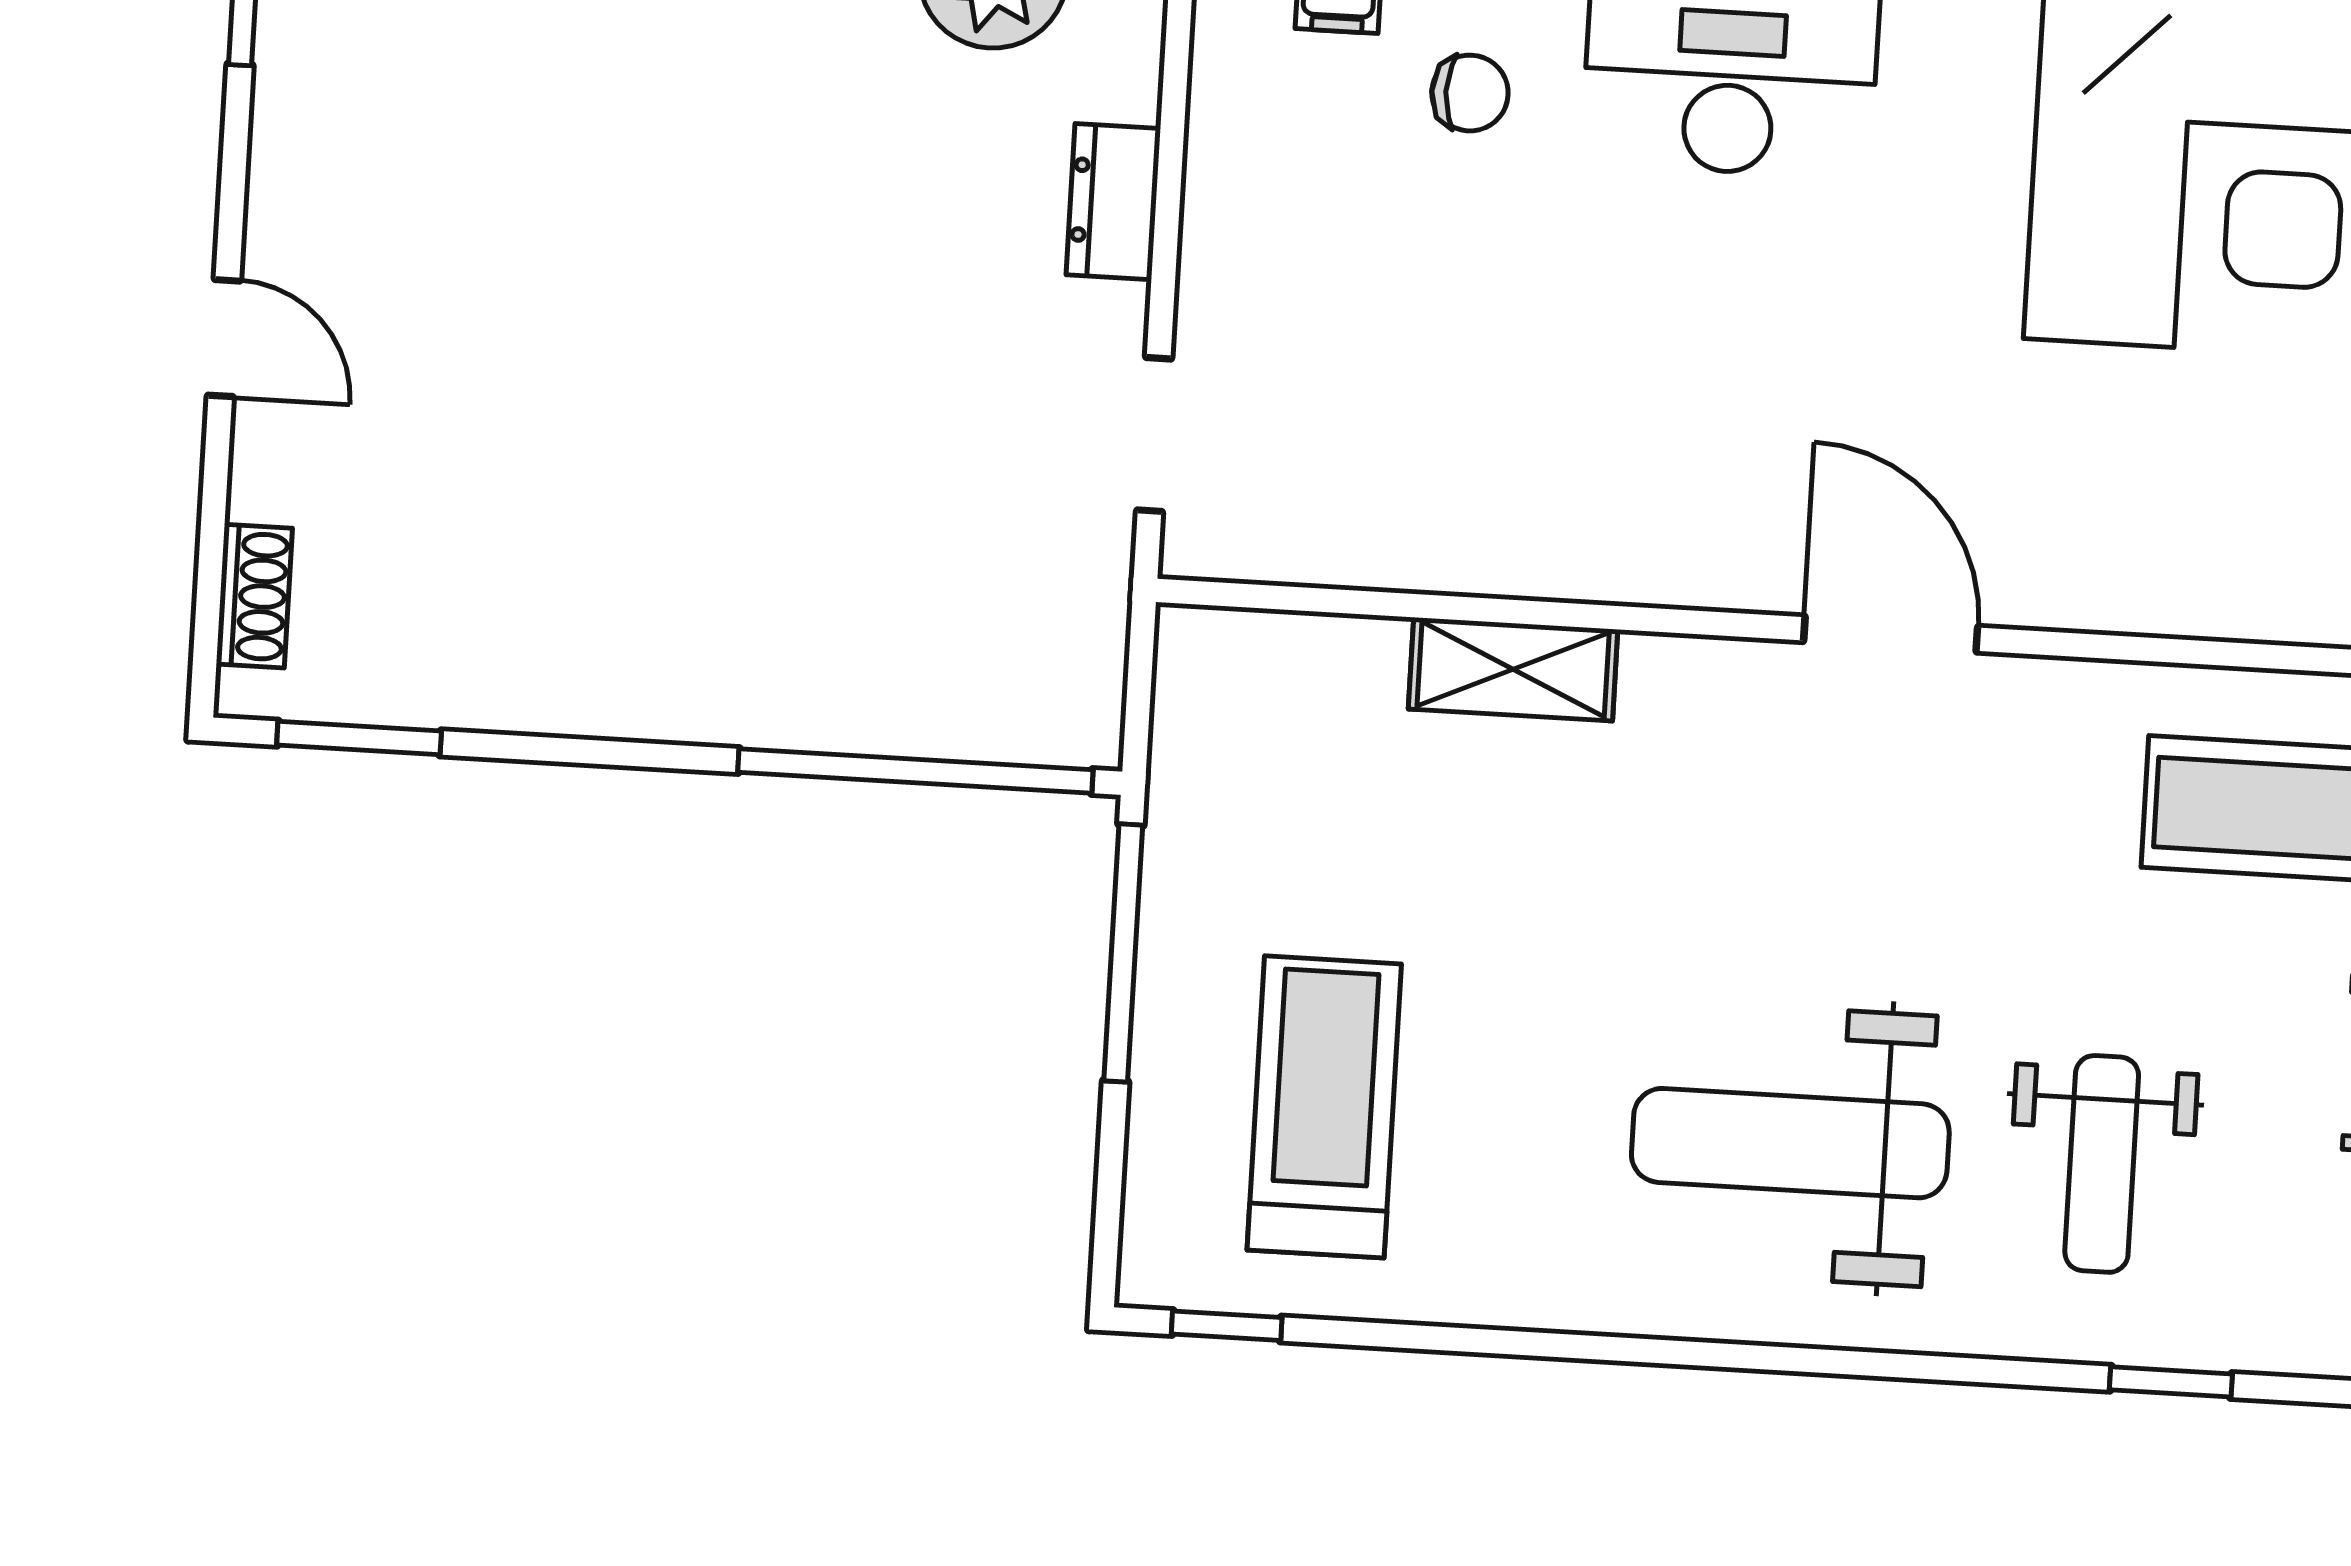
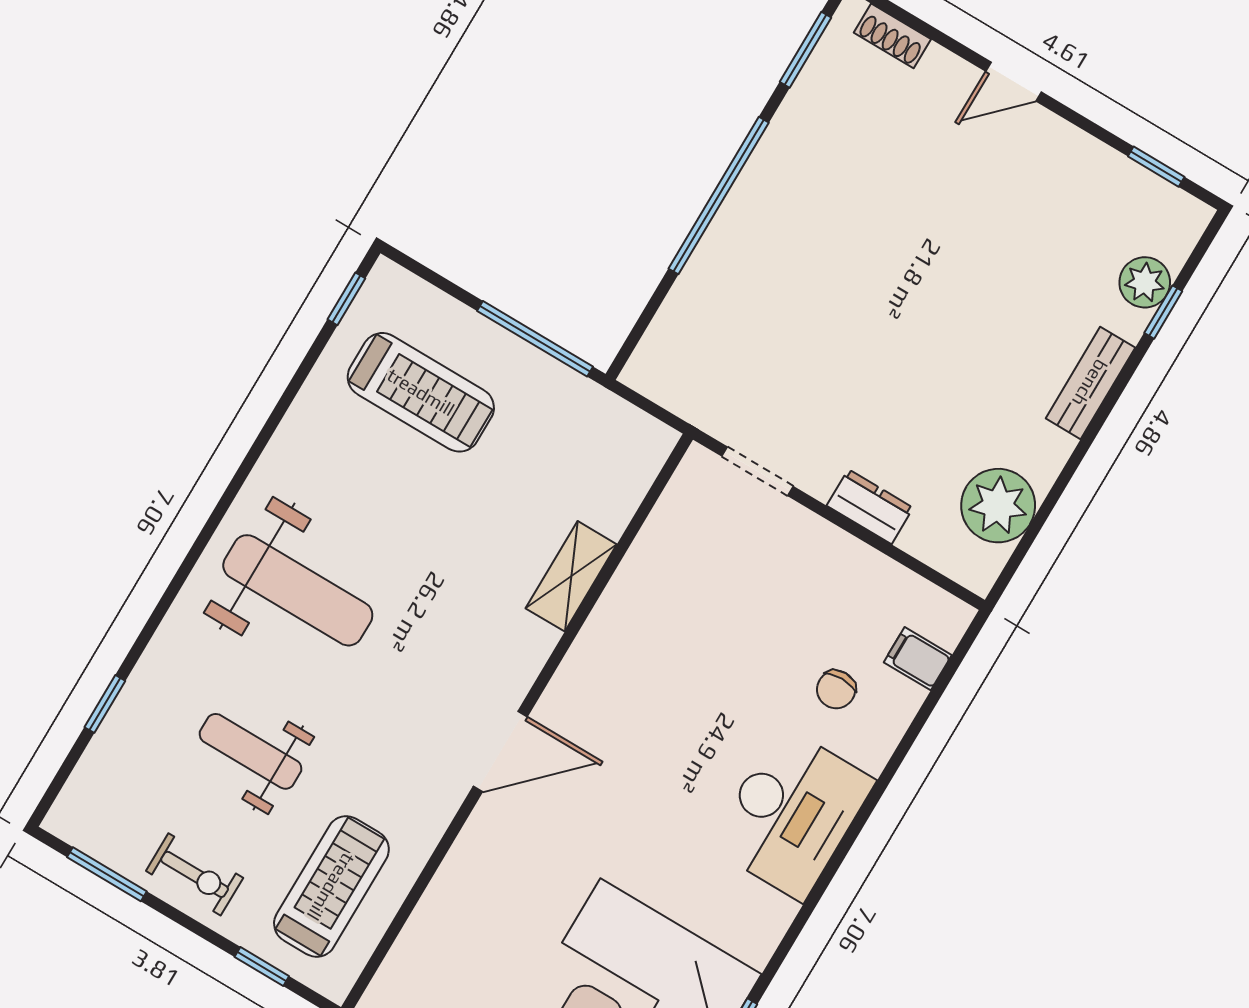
window: (915, 771) -> (719, 196), moved
weight bench: (1790, 1143) -> (298, 590), turned 90
weight bench: (2102, 1164) -> (251, 751), moved

